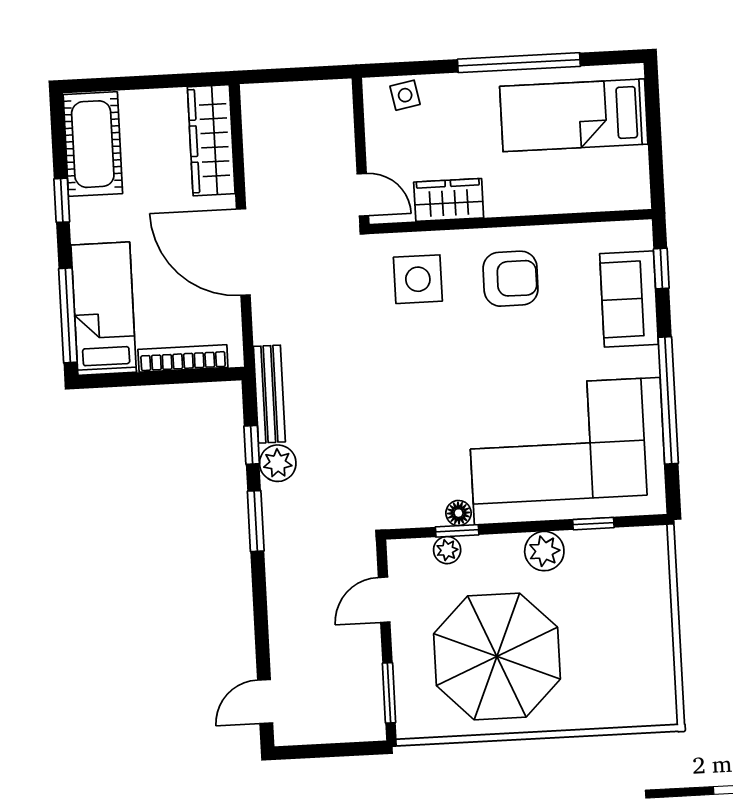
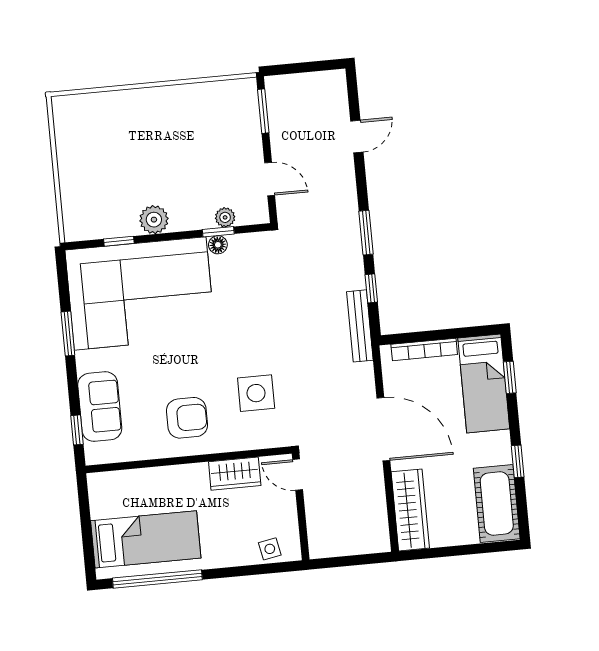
window: (519, 63) -> (157, 579), moved
side table: (418, 279) -> (256, 393), moved
armchair: (511, 279) -> (187, 418), turned 180
window: (68, 315) -> (510, 377), width x0.46
window: (668, 400) -> (68, 334), width x0.47
plant: (278, 463) -> (352, 276), removed
door: (384, 600) -> (270, 179), hinge flipped
parasol: (497, 656) -> (185, 141), removed
door: (265, 701) -> (357, 136), moved

